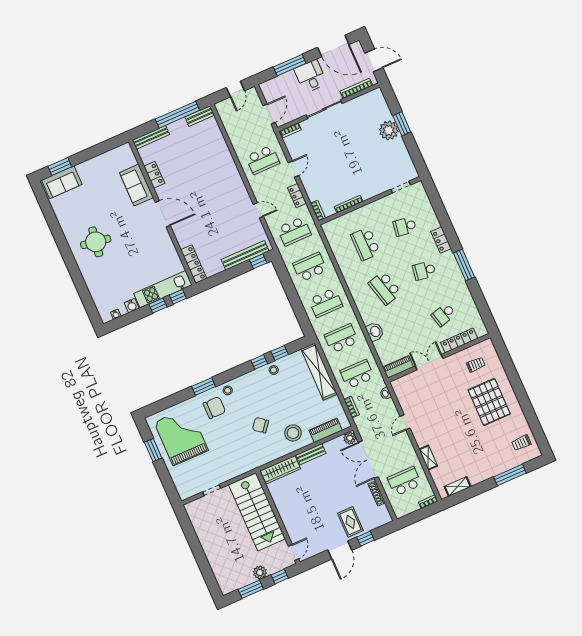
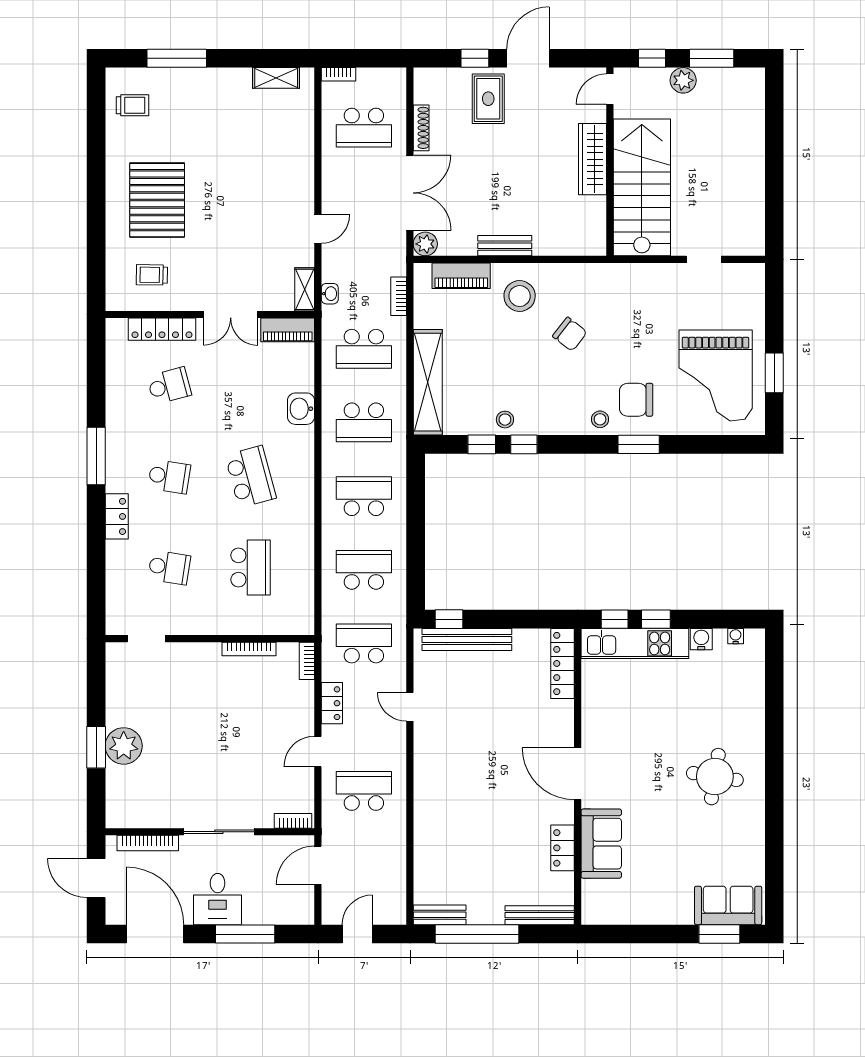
school desk: (310, 267) -> (364, 570), turned 180
shelving: (428, 458) -> (305, 289), moved
wardrobe: (280, 470) -> (593, 159), moved, turned -90

